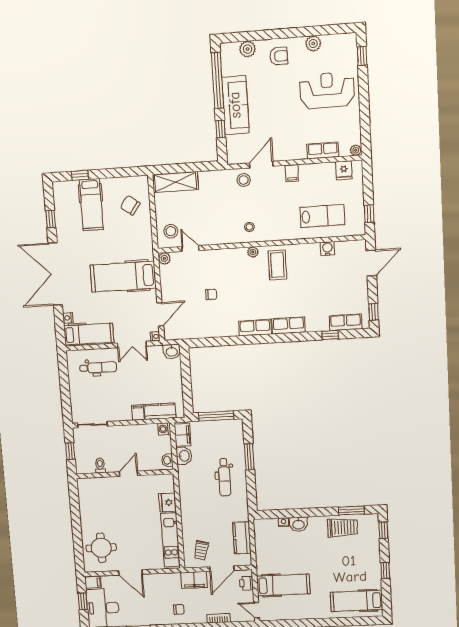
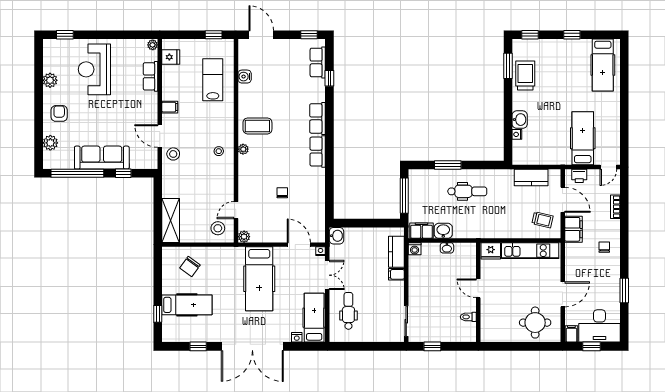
toilet: (100, 466) -> (468, 317), moved
wall: (125, 474) -> (478, 292), moved
door: (129, 474) -> (478, 288), moved

